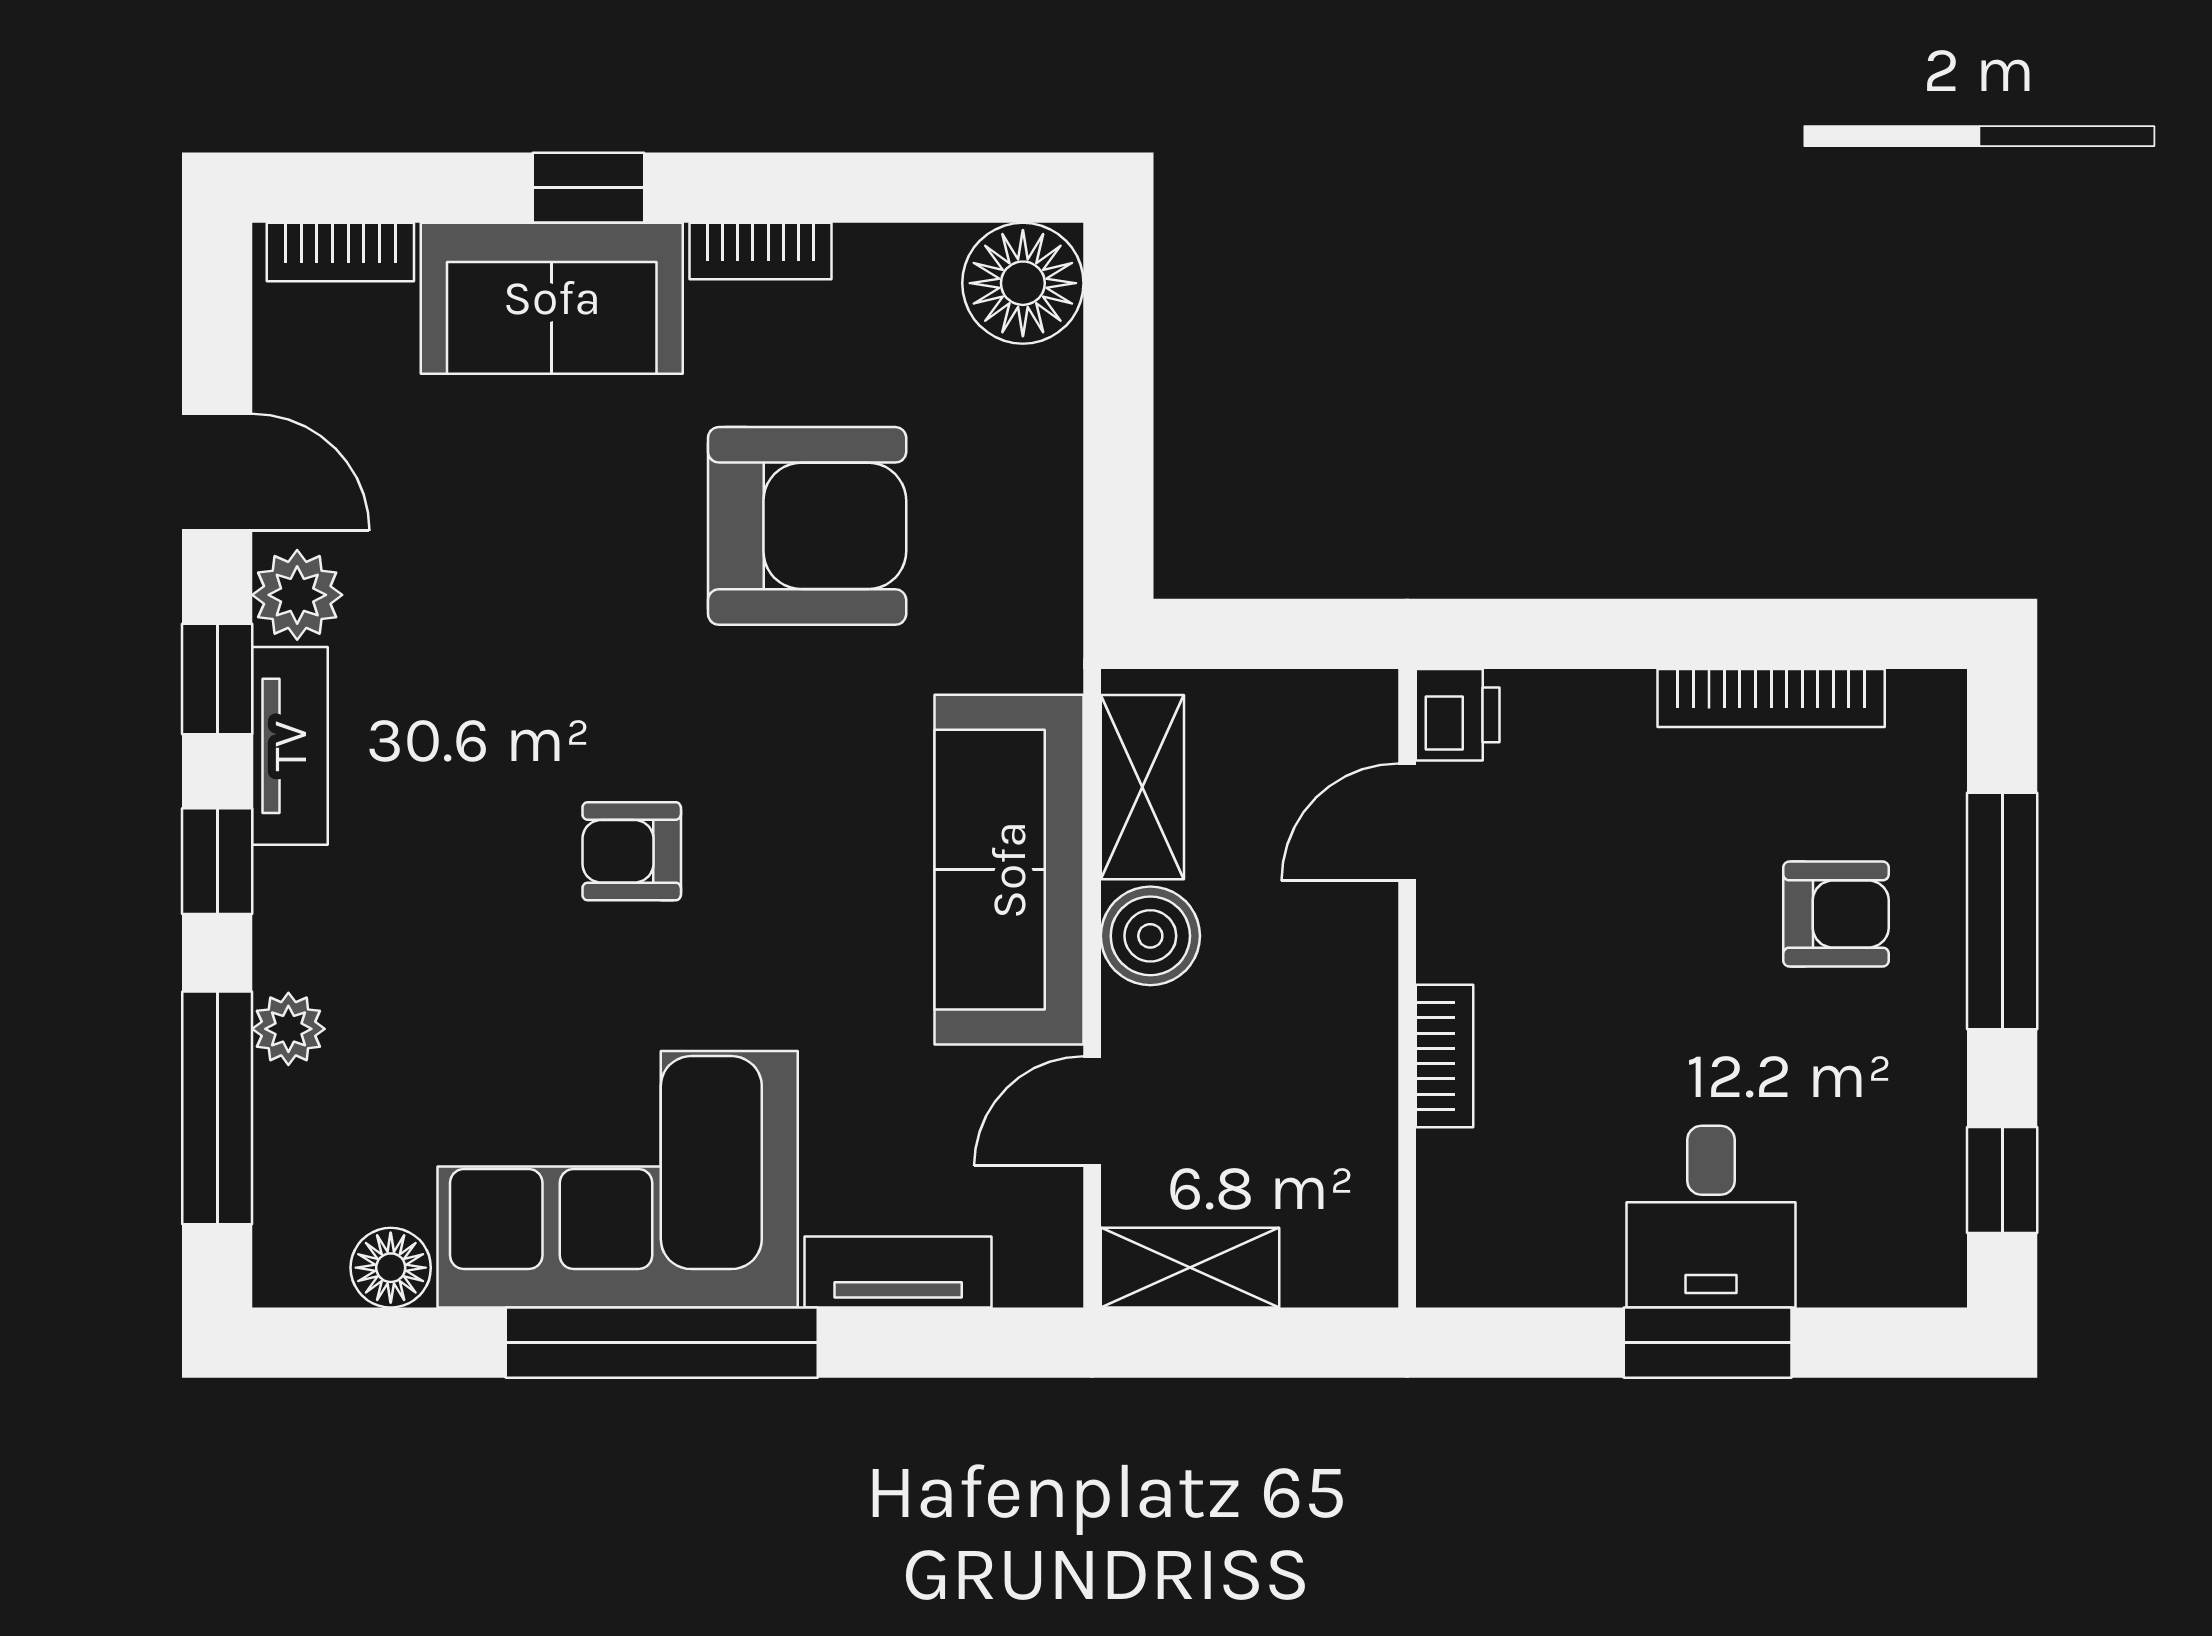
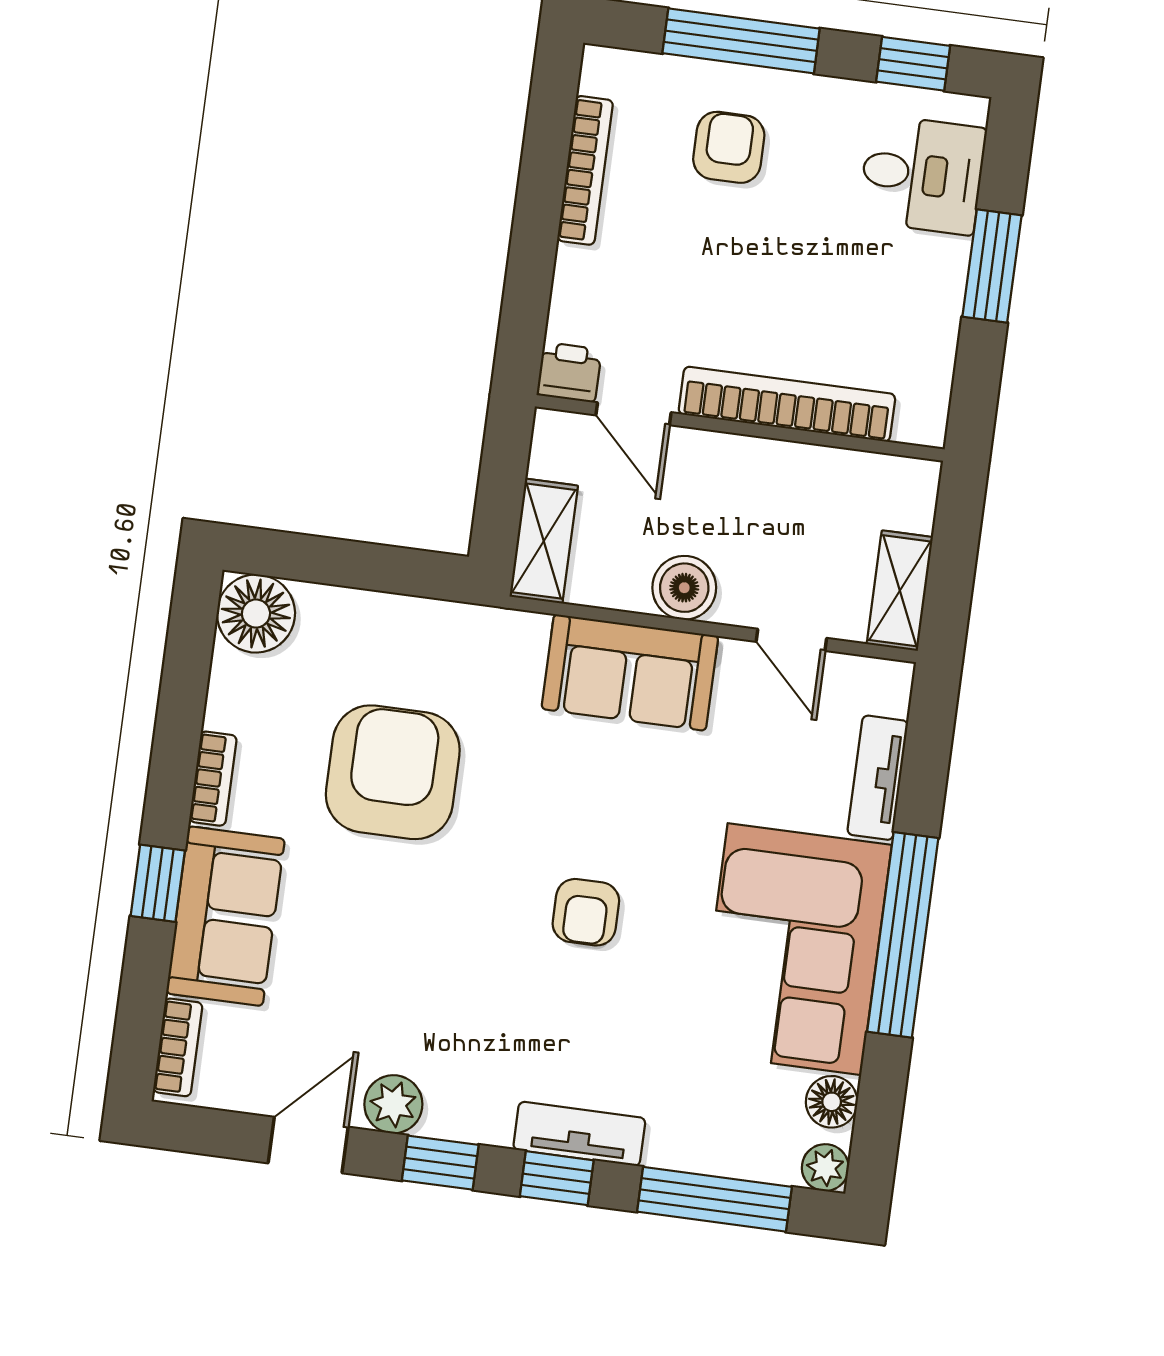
tv unit: (290, 746) -> (579, 1134), moved
shelving: (1142, 787) -> (544, 541), moved, turned 90
sofa: (1009, 870) -> (630, 672), width x0.73
plant: (288, 1029) -> (825, 1168), moved
bookcase: (1444, 1056) -> (787, 404), width x2.31, depth x1.31
desk: (1711, 1217) -> (922, 175), moved

